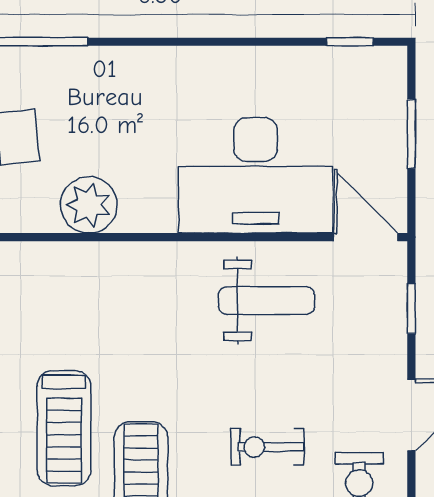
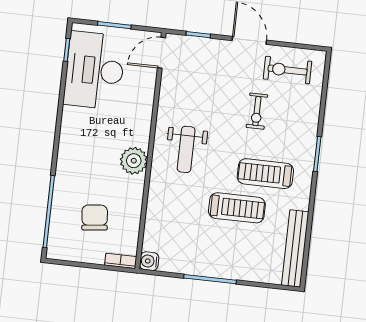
desk: (256, 175) -> (95, 70), moved, turned 180
plant: (89, 205) -> (134, 161), moved
weight bench: (266, 300) -> (186, 149), moved, turned 180

